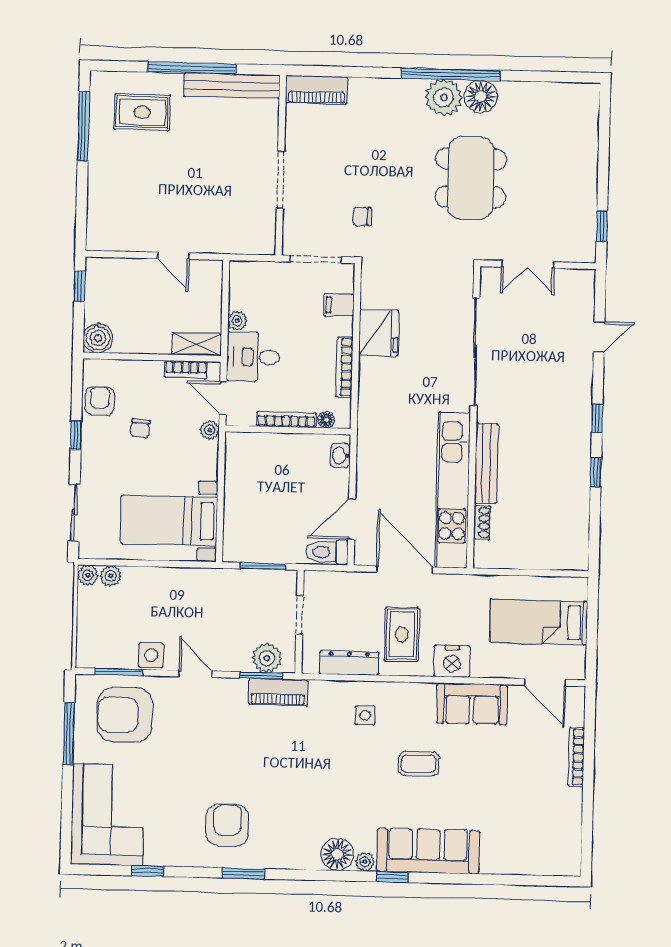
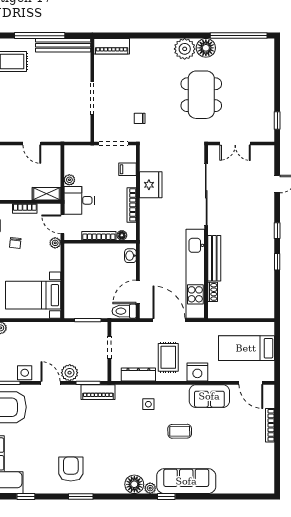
window: (451, 74) -> (239, 36), moved
bookcase: (186, 369) -> (25, 208), moved
plant: (267, 658) -> (70, 373), moved

